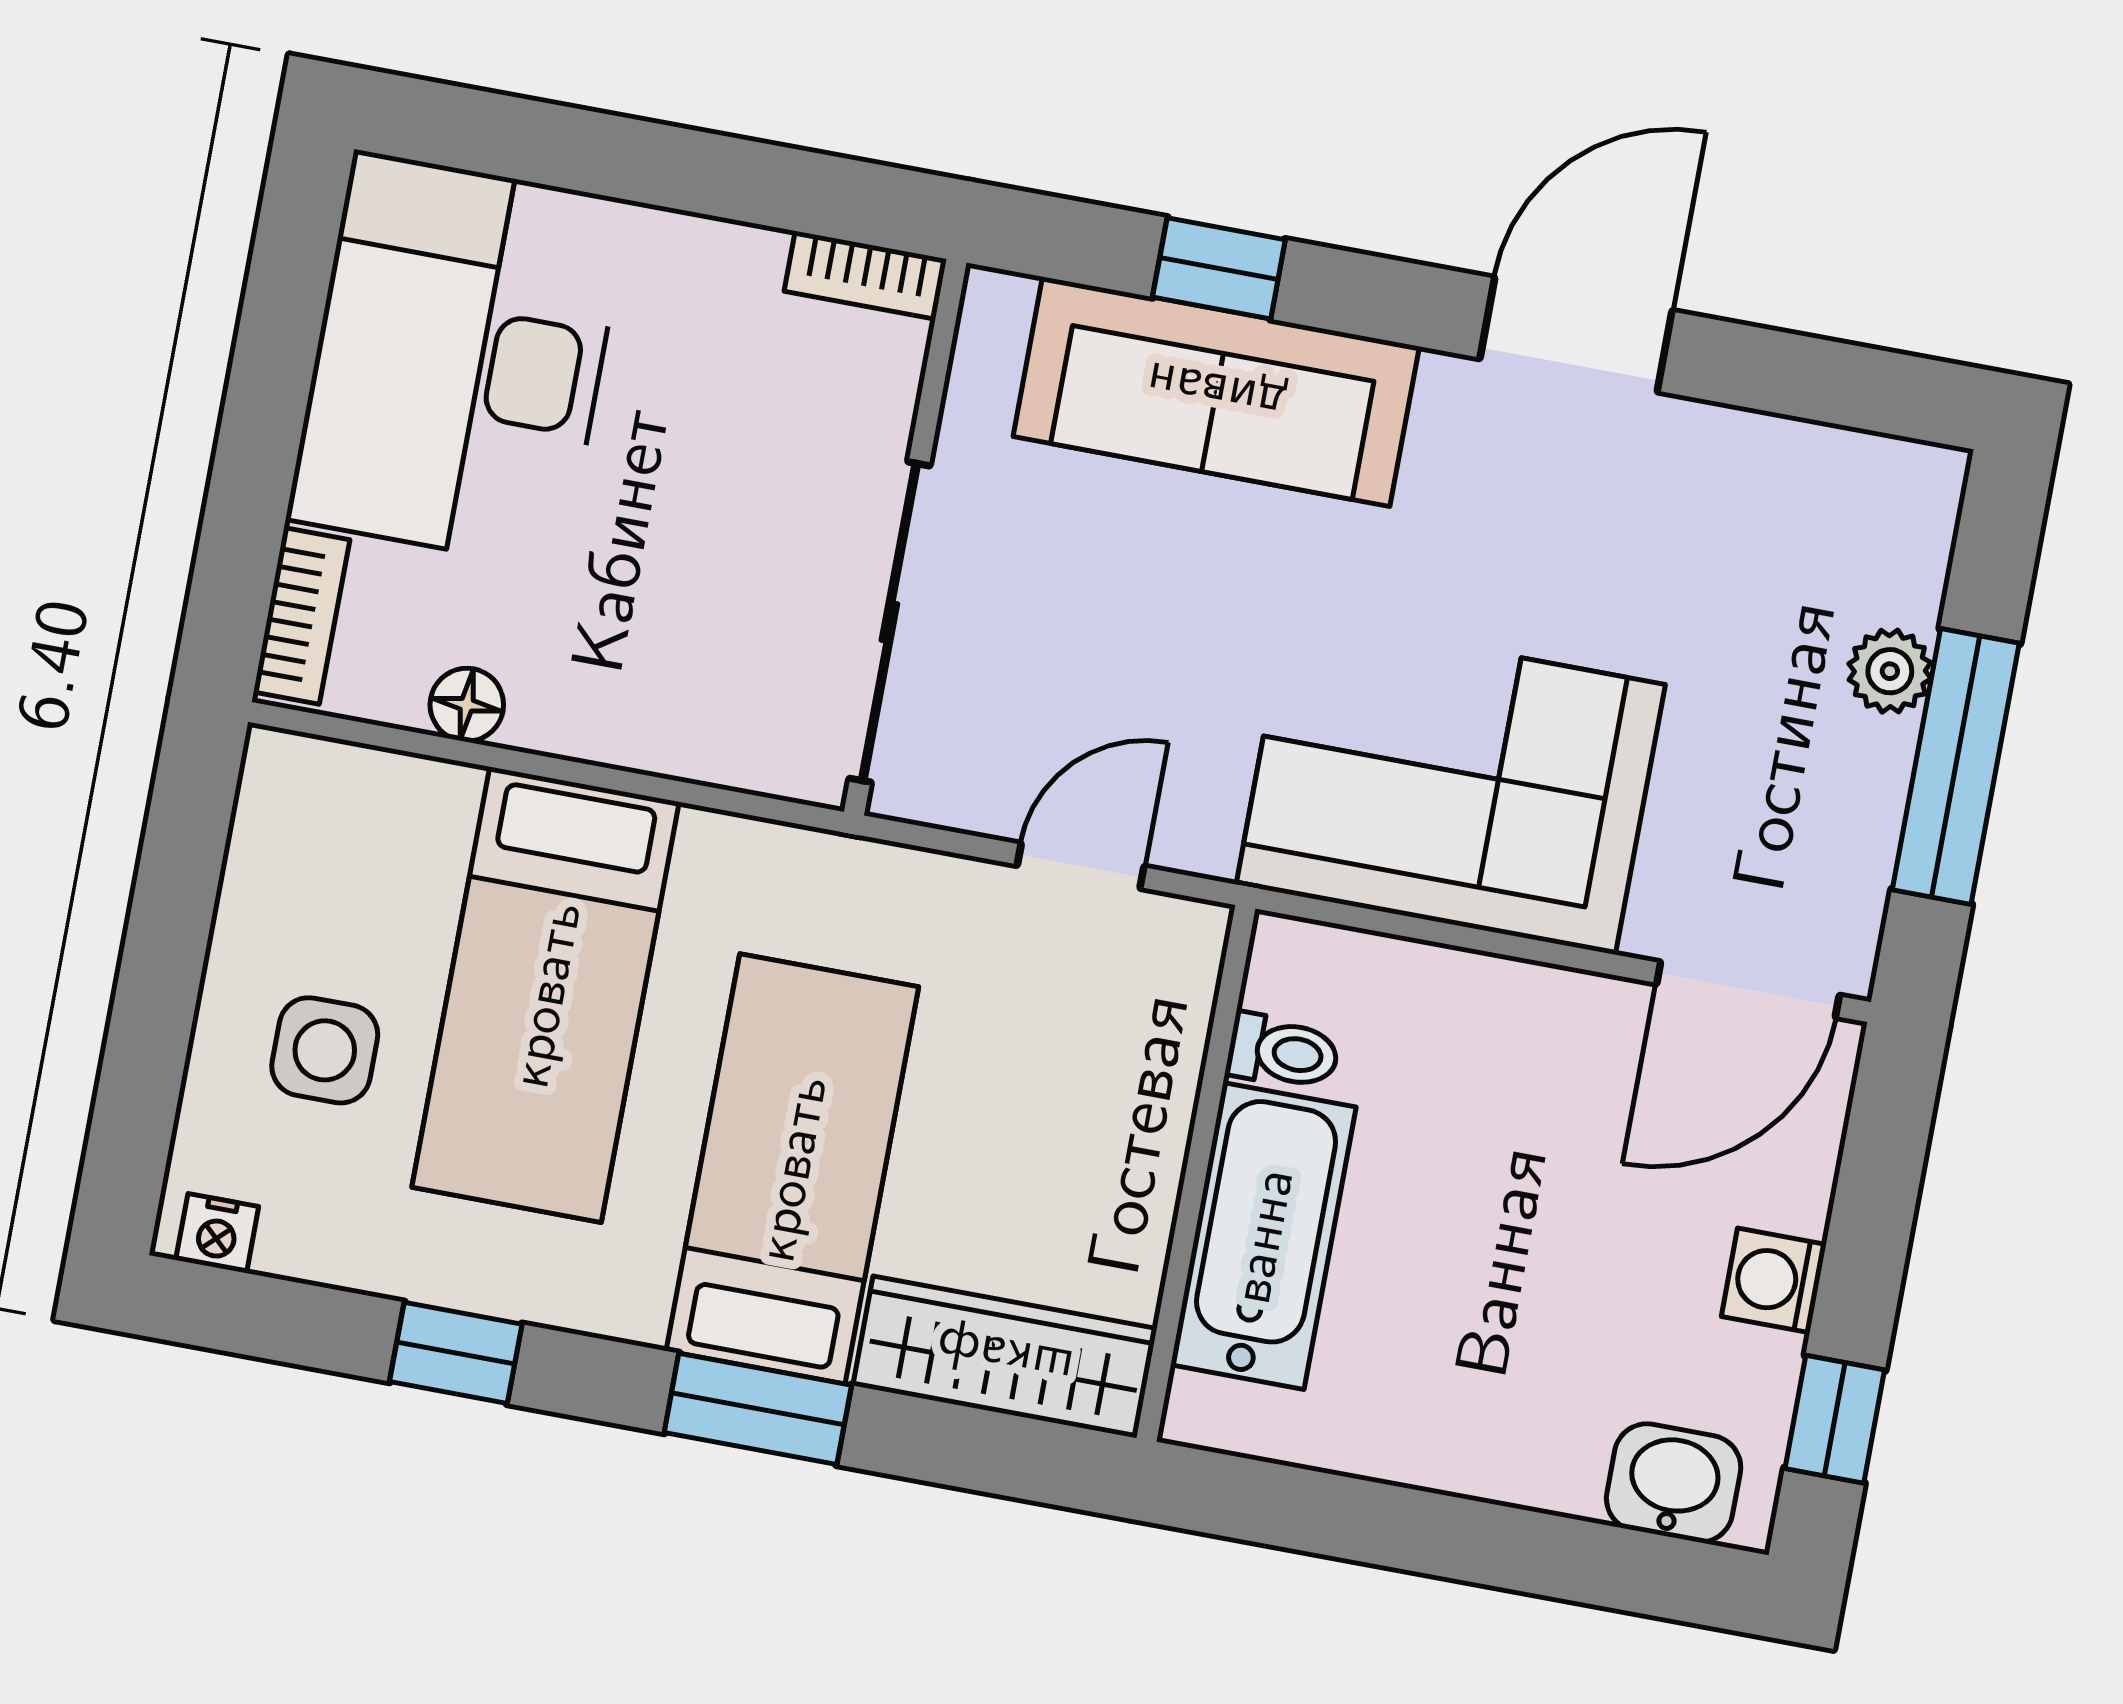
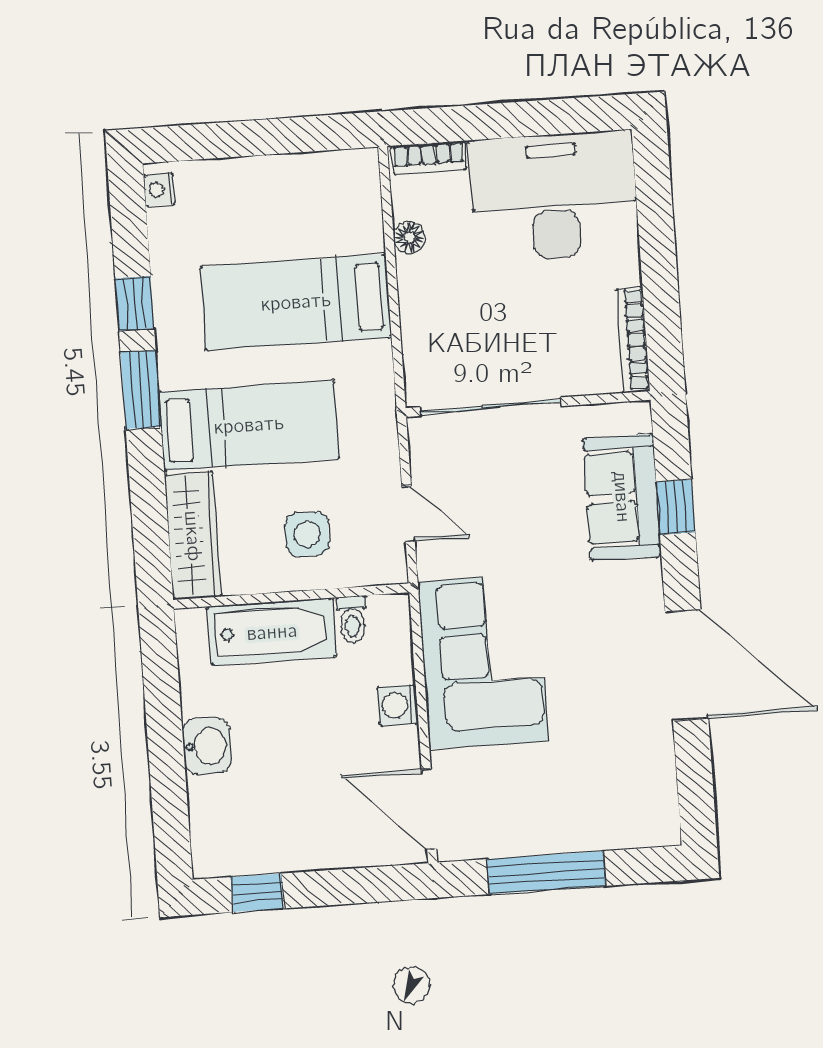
bookcase: (865, 275) -> (633, 340), width x1.56
door: (1576, 335) -> (687, 665), width x1.36
sofa: (1216, 392) -> (622, 497), width x0.73
plant: (1890, 671) -> (579, 834), removed
side table: (325, 1050) -> (307, 534), moved
washing machine: (1774, 1280) -> (398, 705), moved, turned -90
window: (758, 1409) -> (141, 390), moved
washbasin: (1674, 1483) -> (207, 746), moved

